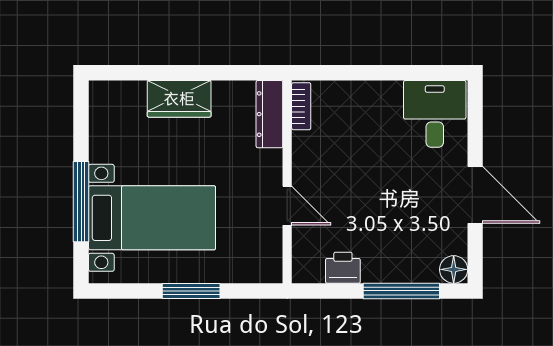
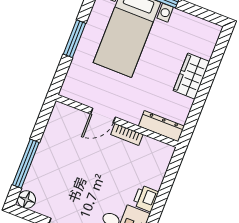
bookcase: (301, 106) -> (127, 134), moved
printer: (343, 268) -> (146, 198), moved, turned 180

